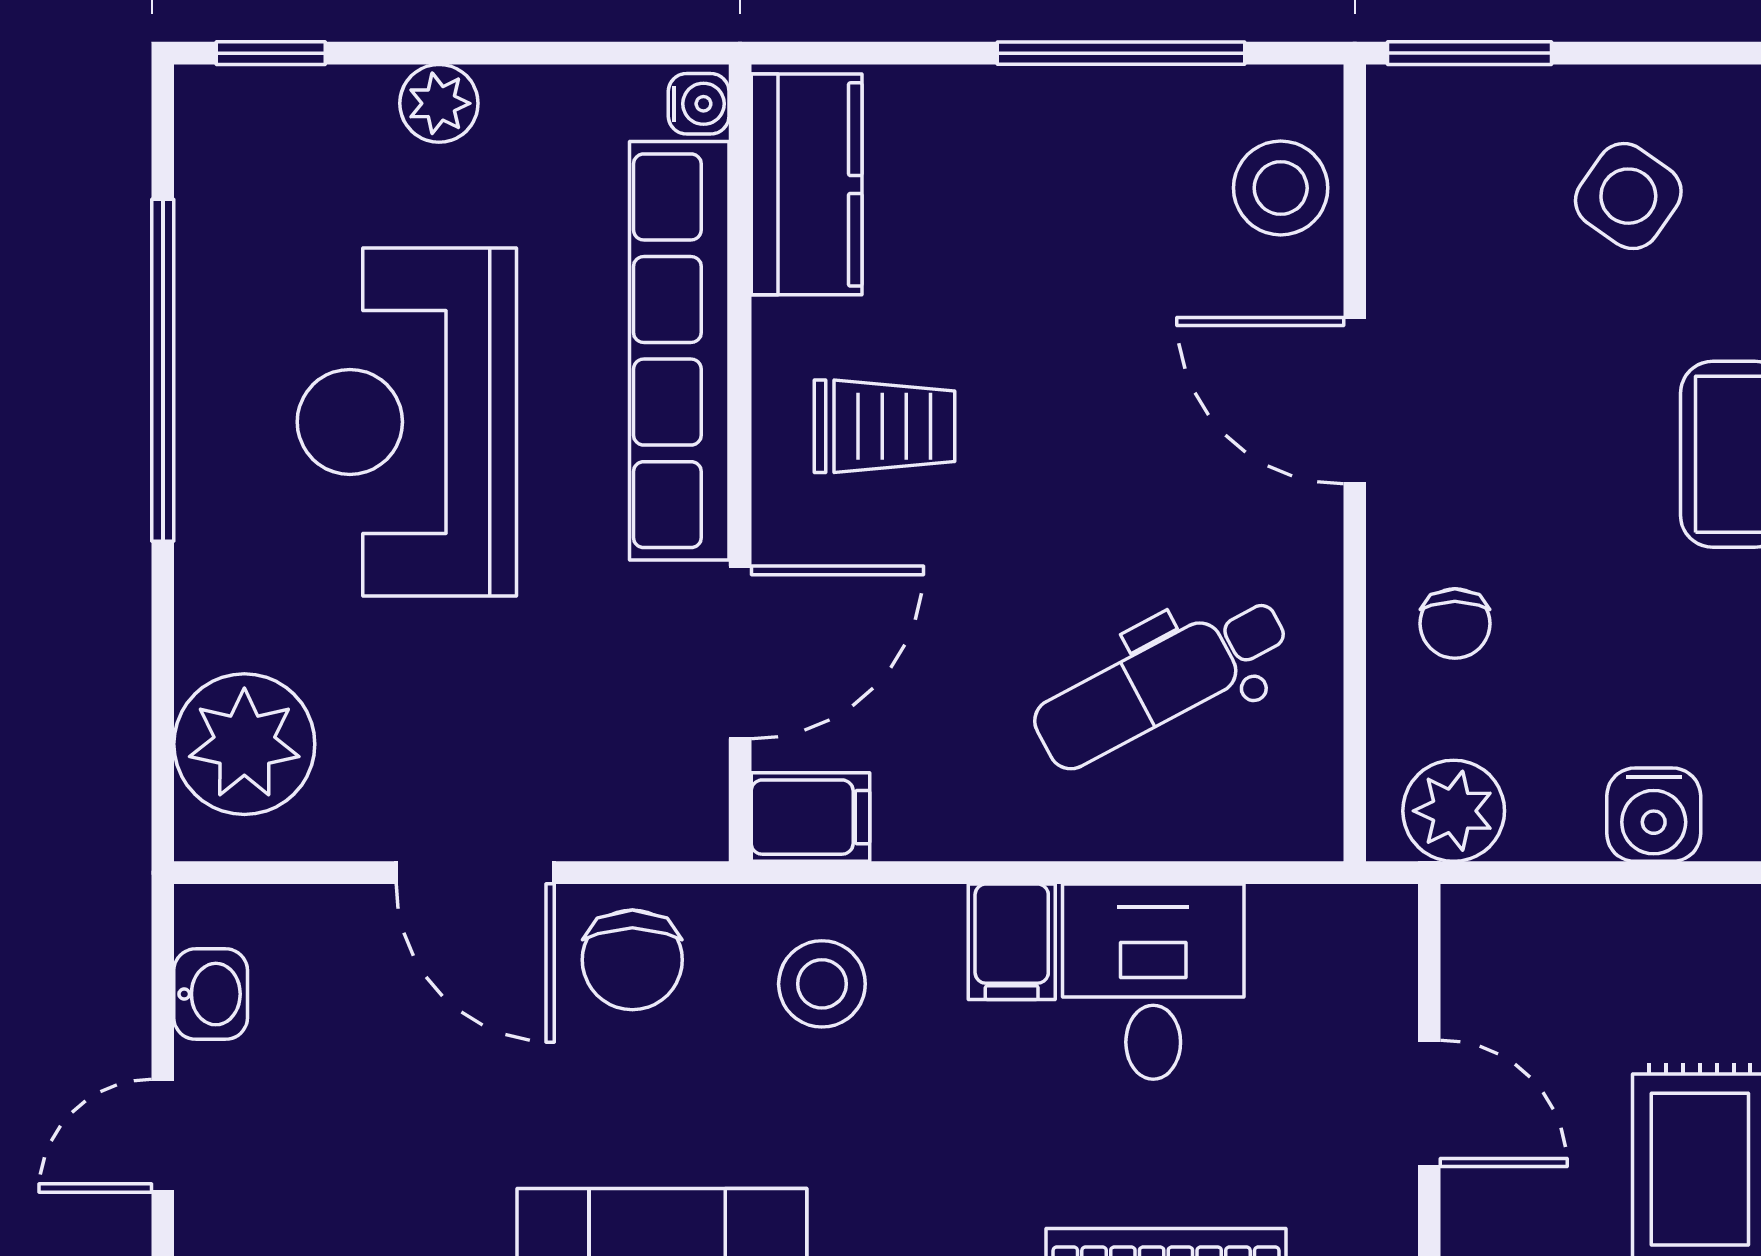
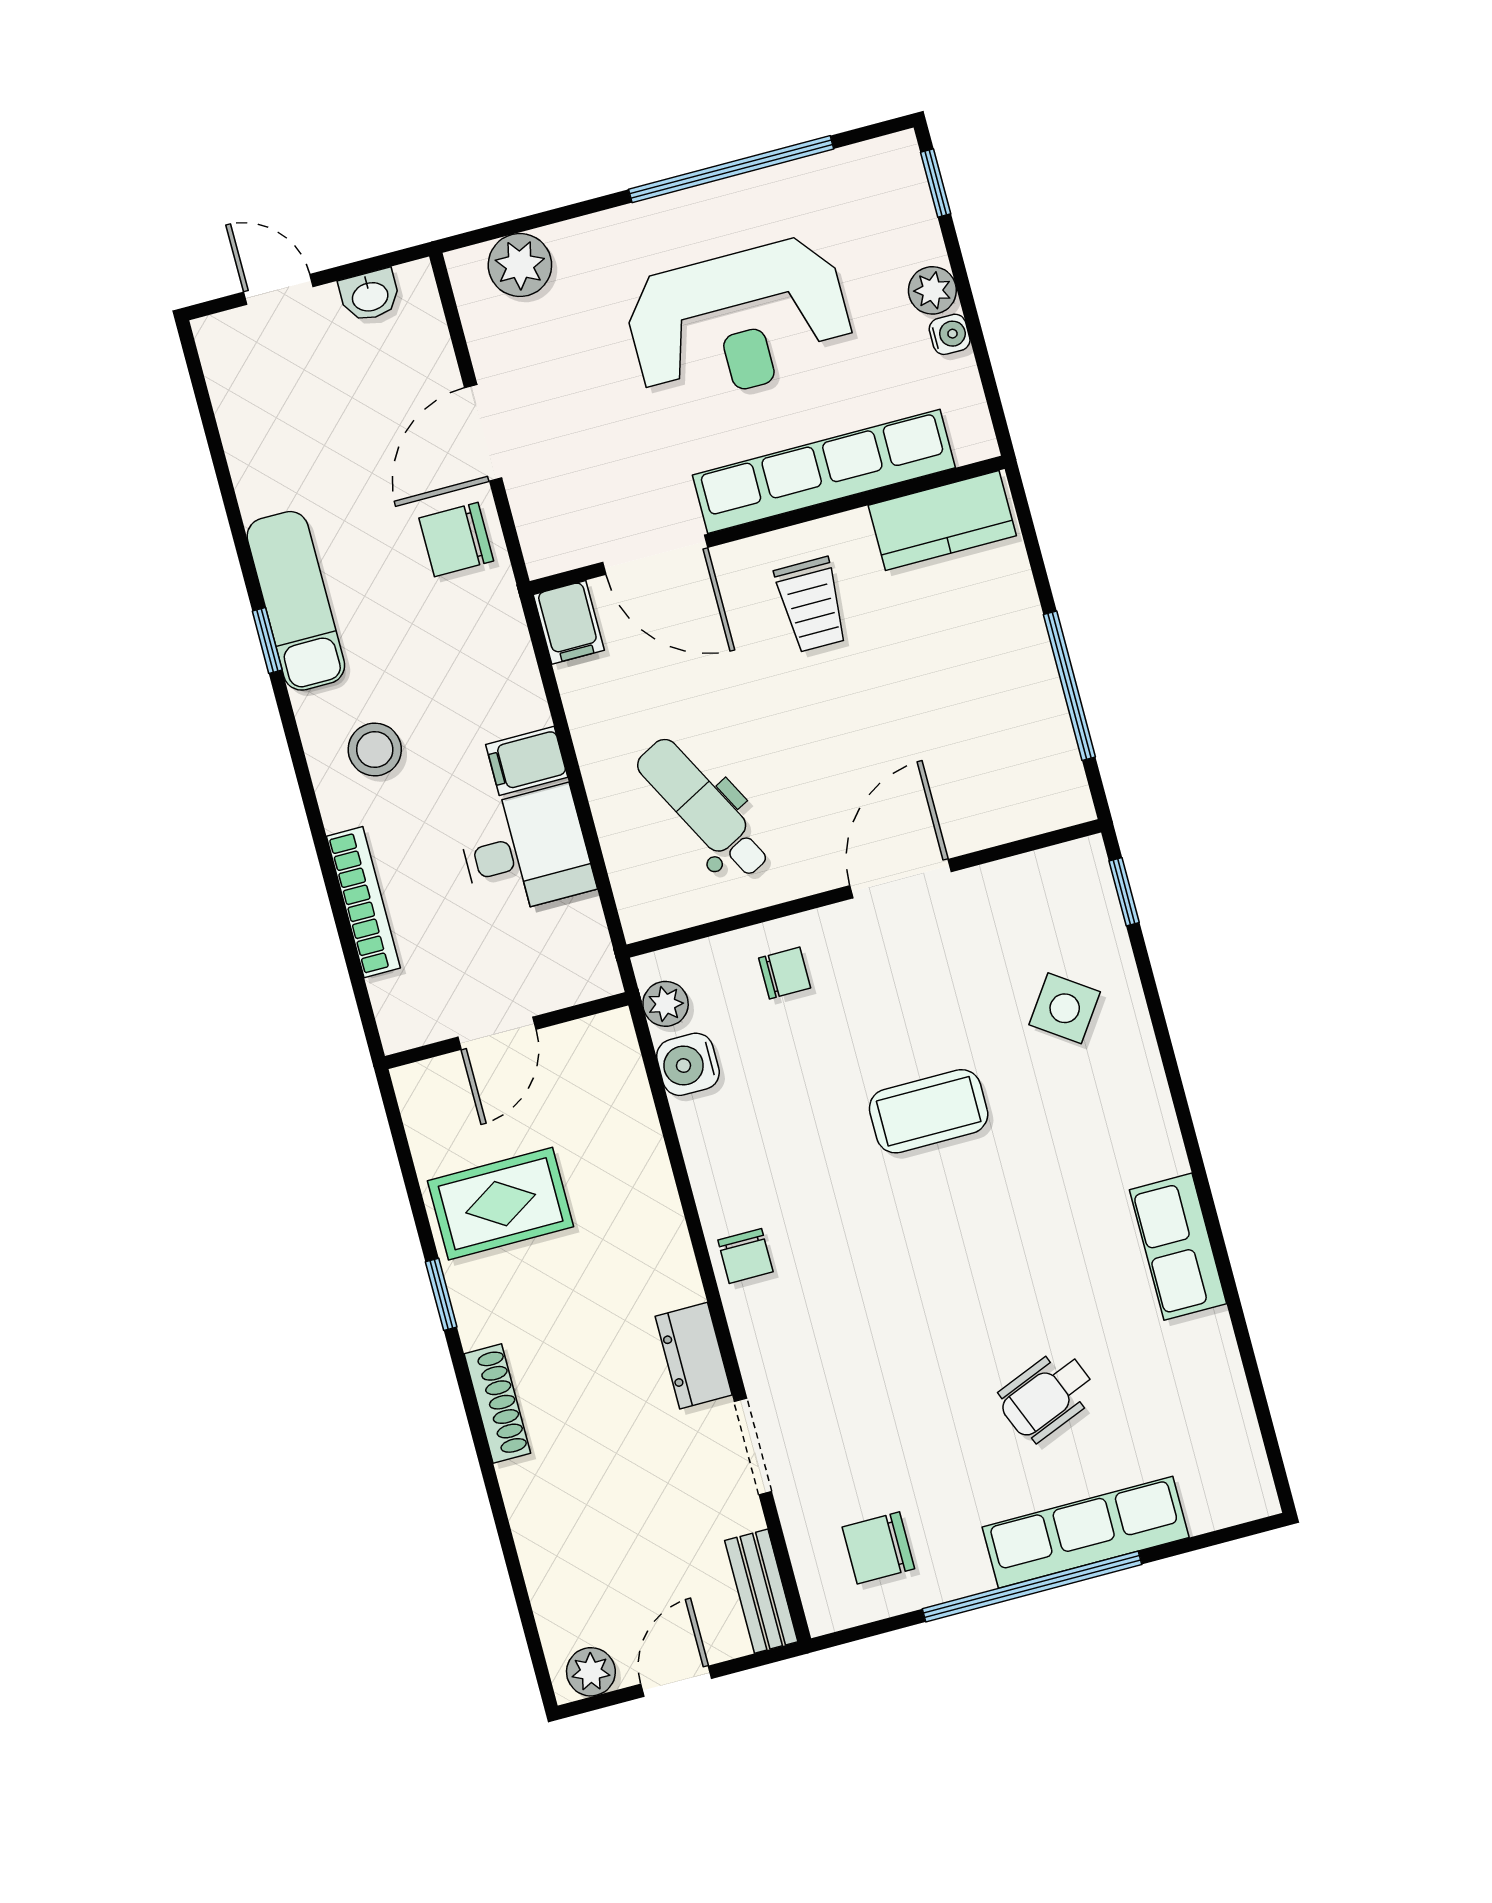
window: (1469, 53) -> (1124, 892), width x0.67
water cooler: (699, 104) -> (950, 334), moved, turned -90
stool: (1281, 188) -> (1015, 801), removed
reception desk: (407, 422) -> (739, 321), turned 180
chair: (1455, 624) -> (785, 973), turned 180
plant: (244, 744) -> (520, 265), width x0.73, depth x0.73
plant: (1454, 811) -> (666, 1004), width x0.73, depth x0.73
water cooler: (1654, 815) -> (688, 1064), moved
stool: (822, 984) -> (375, 750), moved

